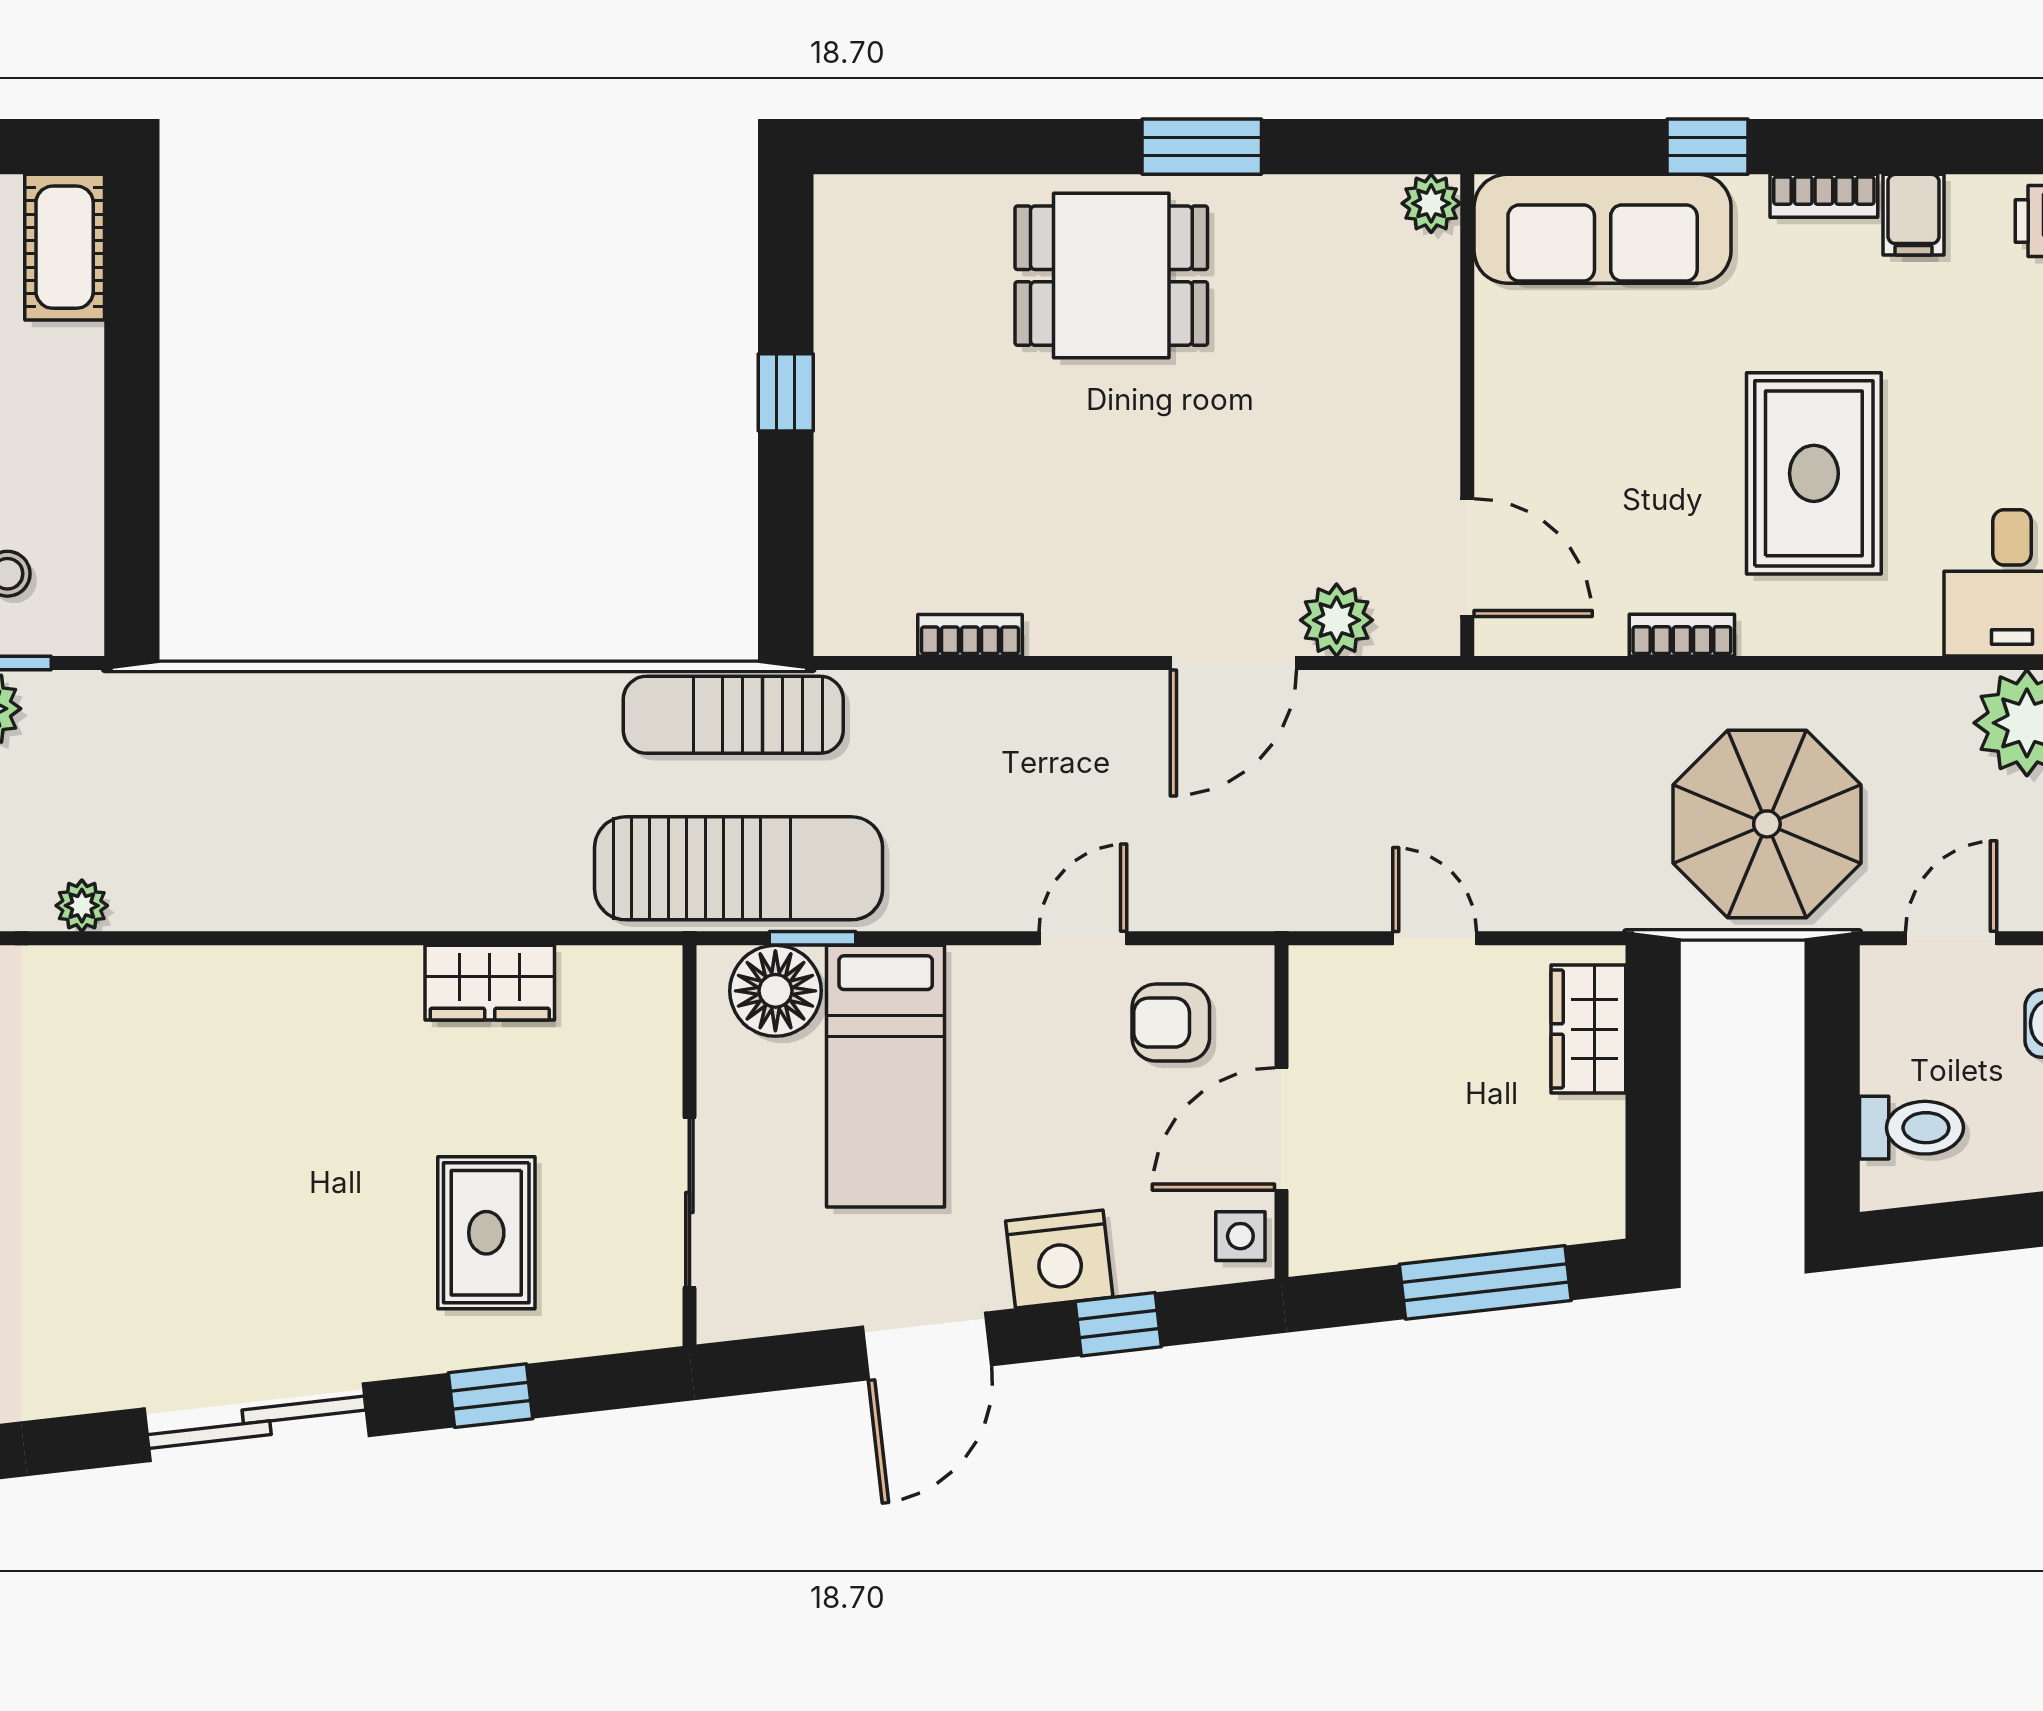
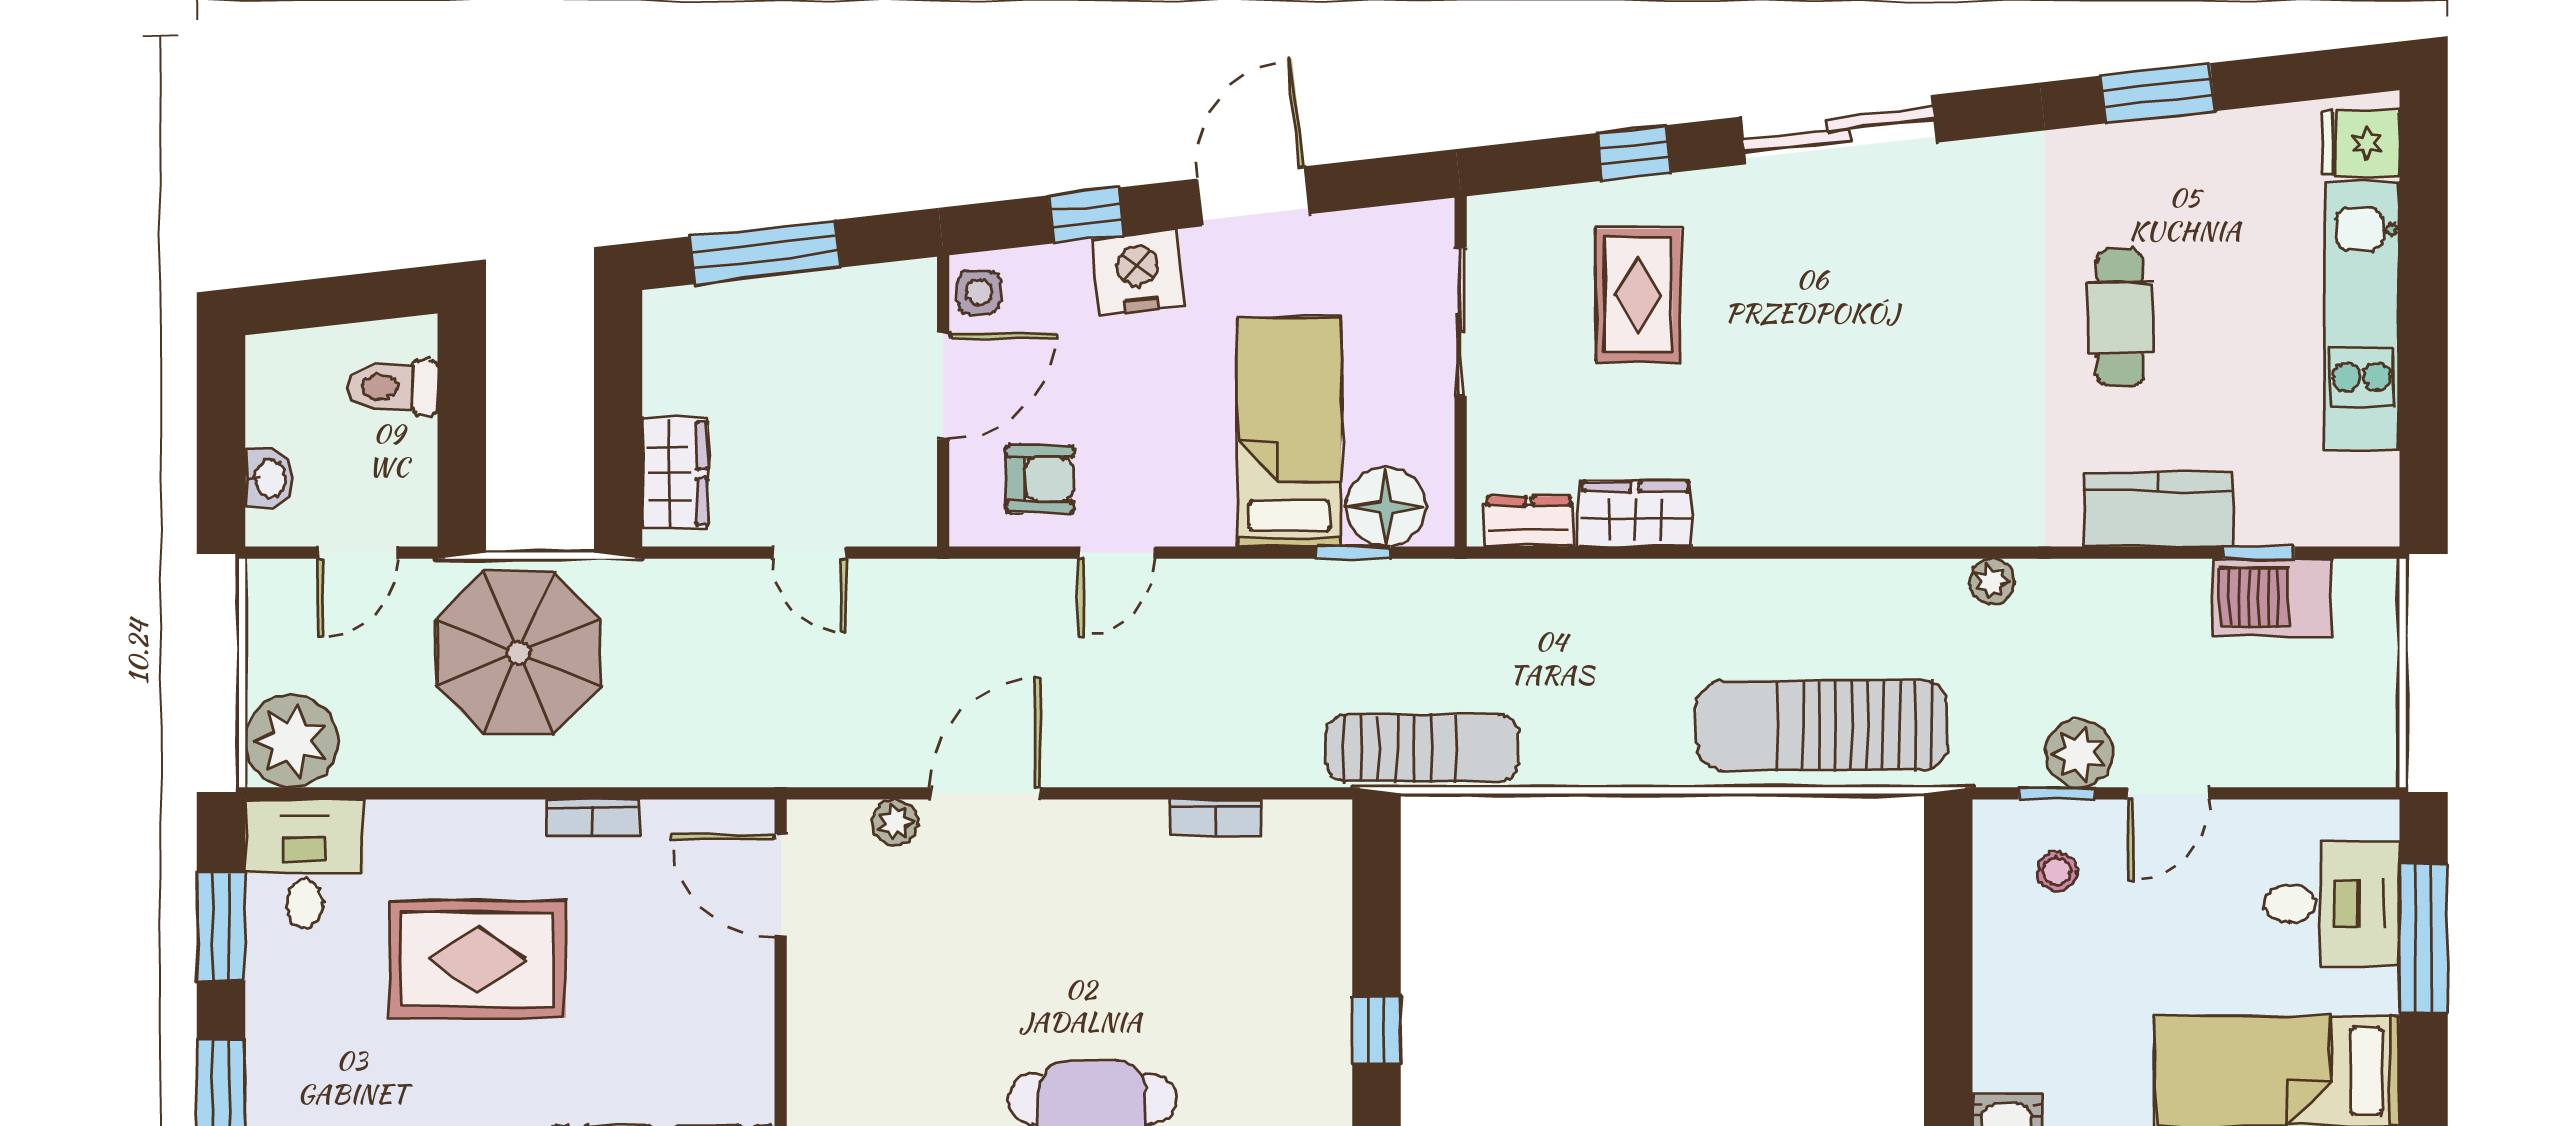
rug: (1814, 473) -> (478, 959), turned 90
plant: (1337, 620) -> (895, 822), width x0.73, depth x0.73
sun lounger: (739, 868) -> (1822, 725), moved
dresser: (611, 974) -> (1529, 522), added

